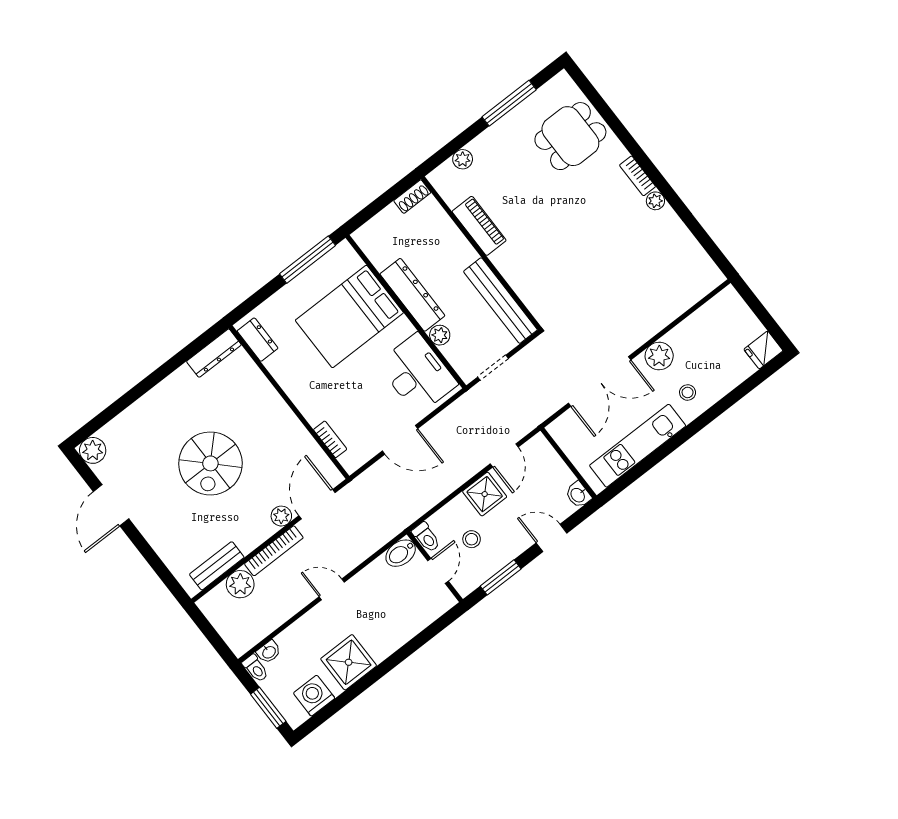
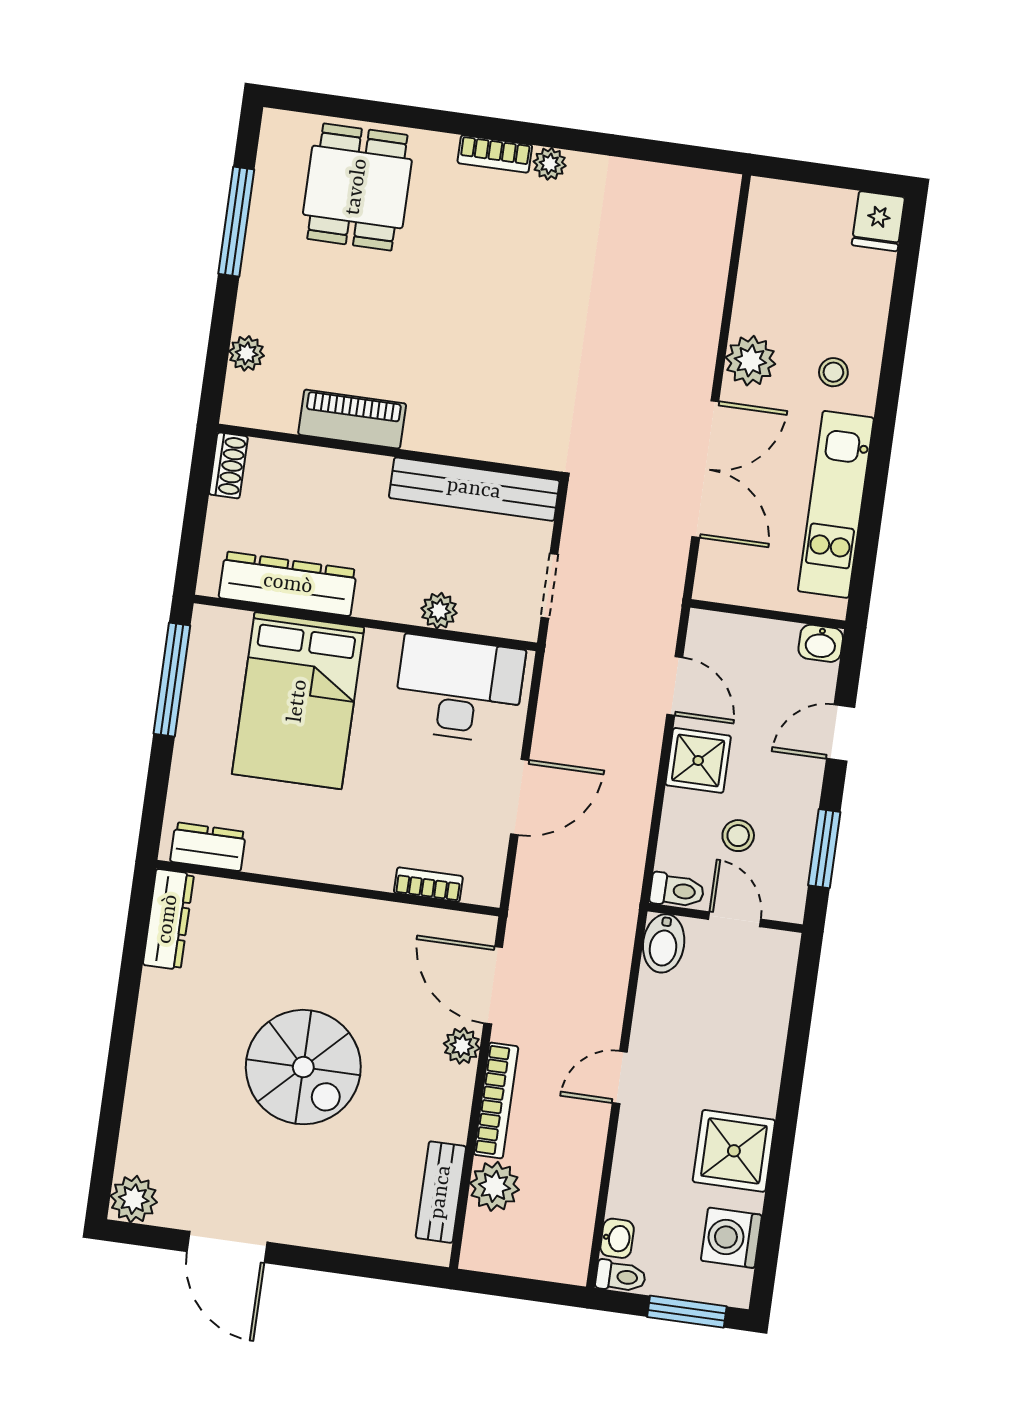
dresser: (412, 295) -> (288, 584), moved

